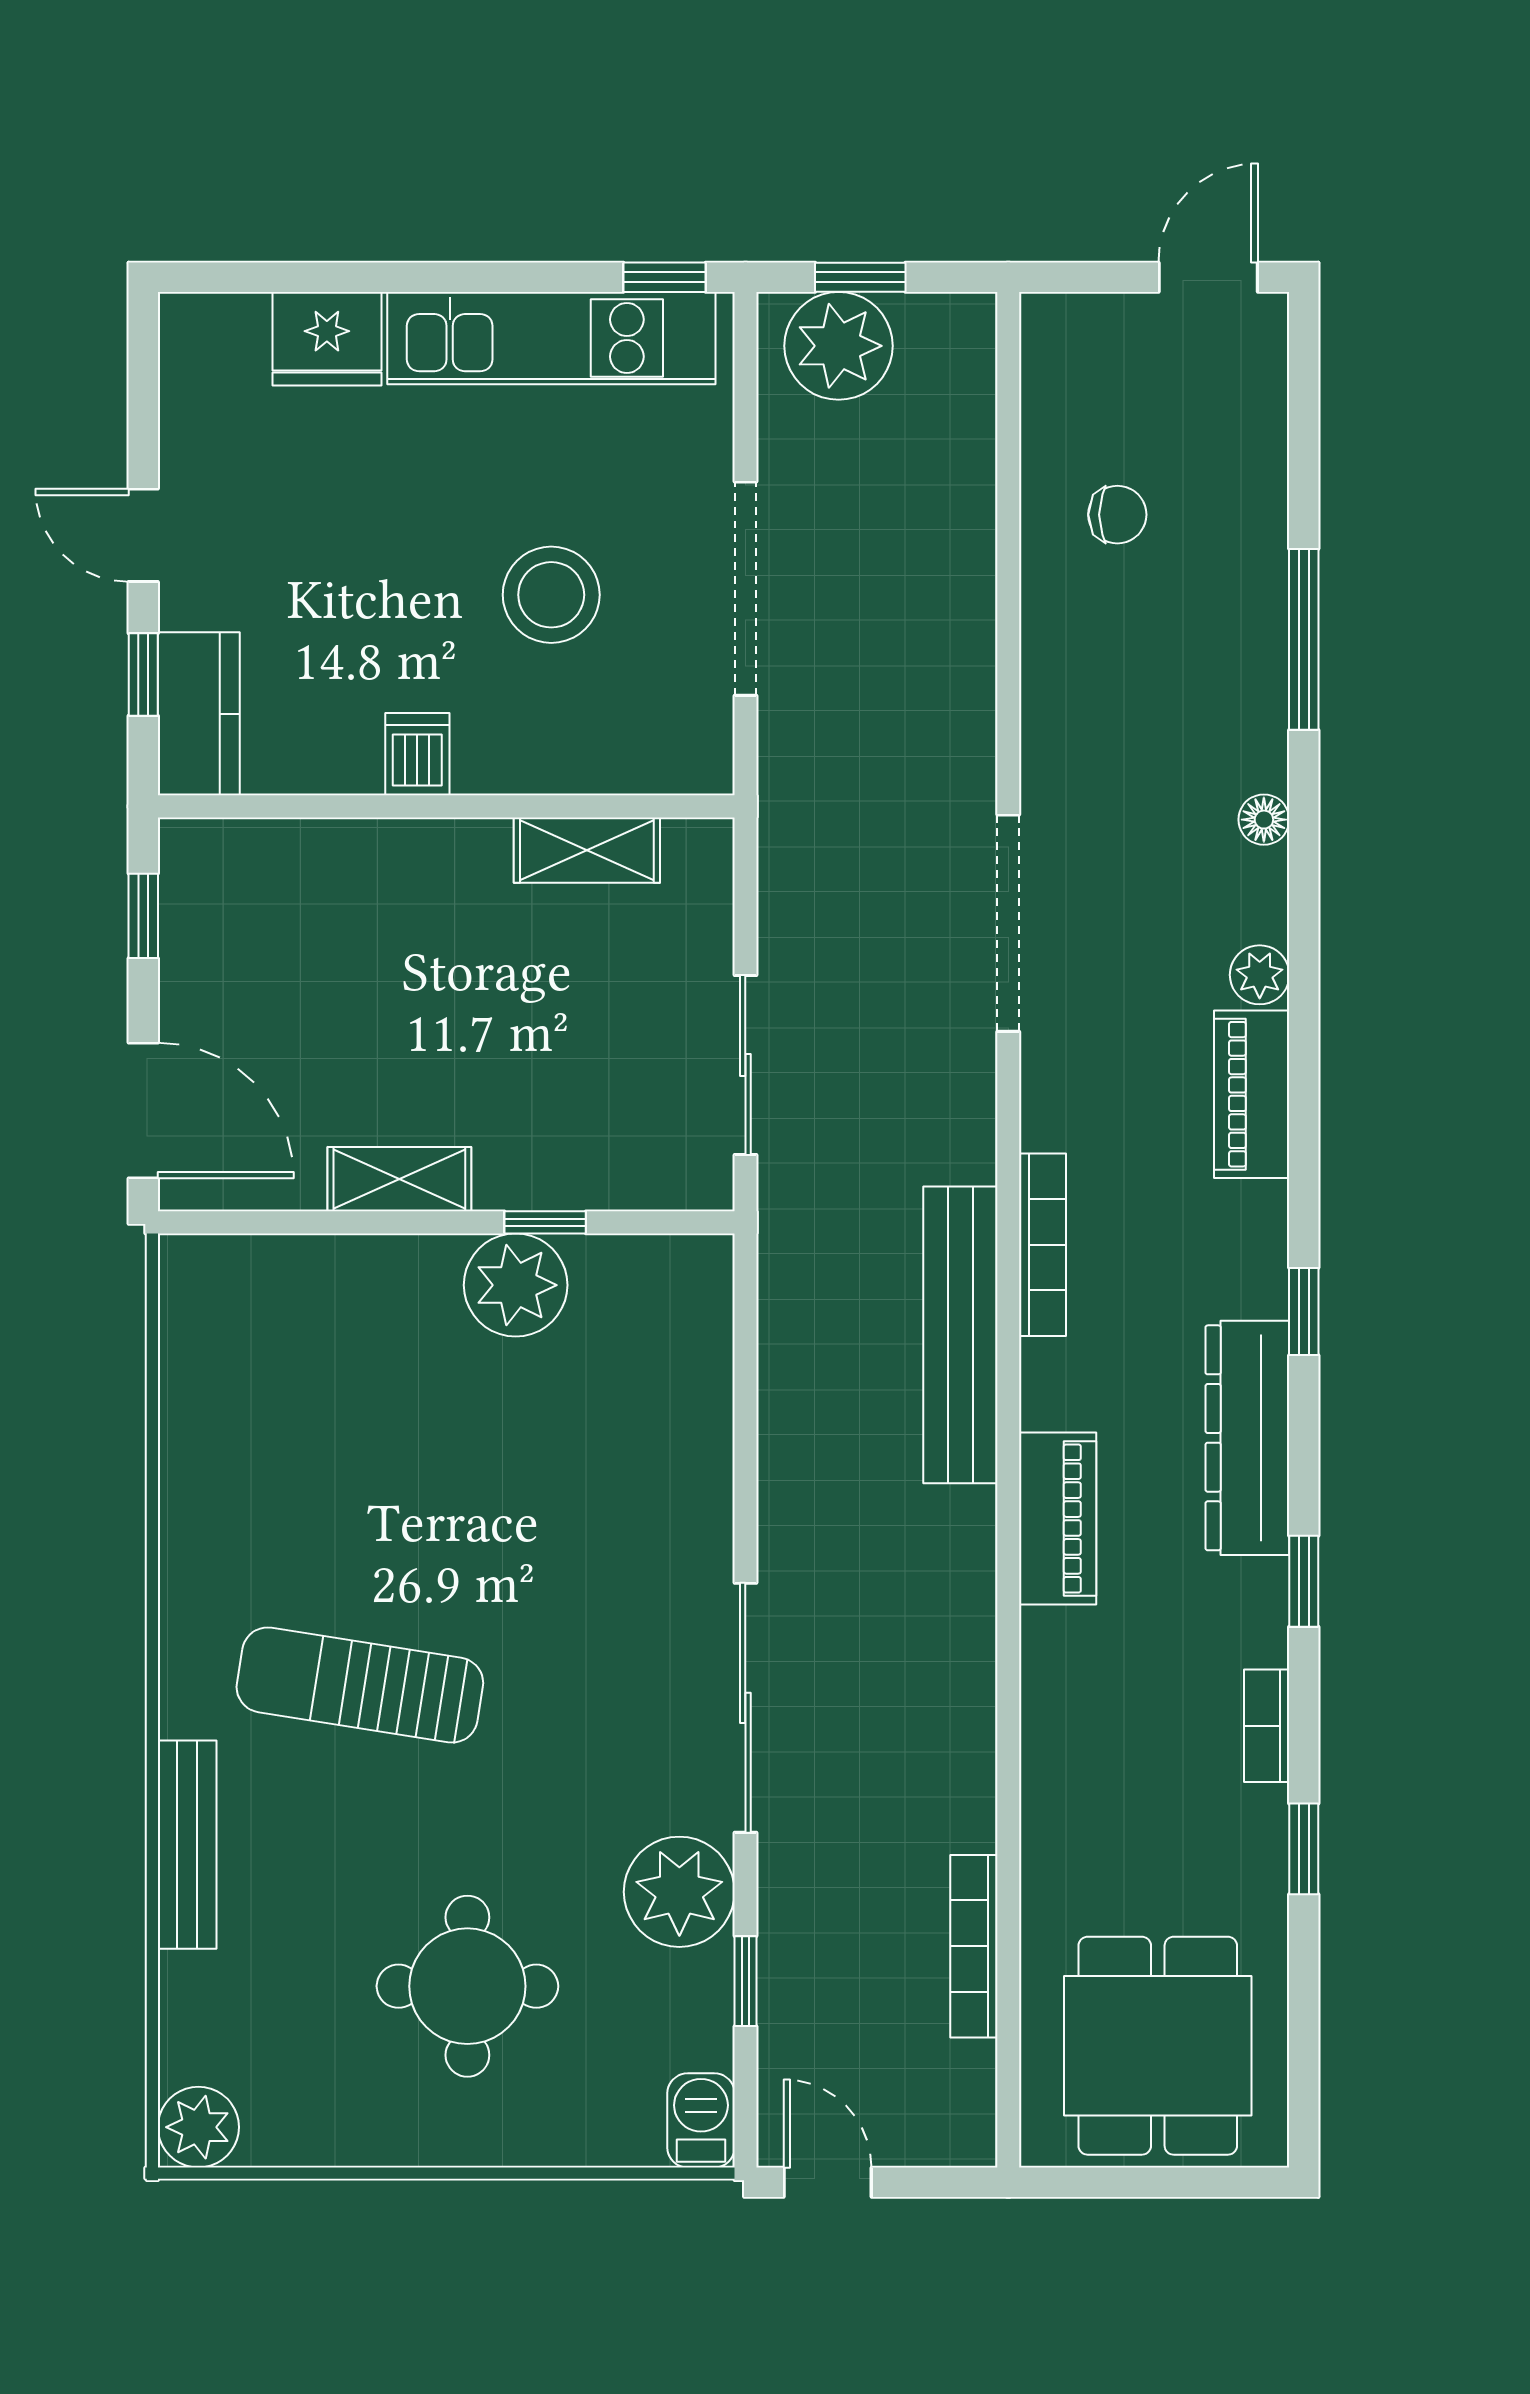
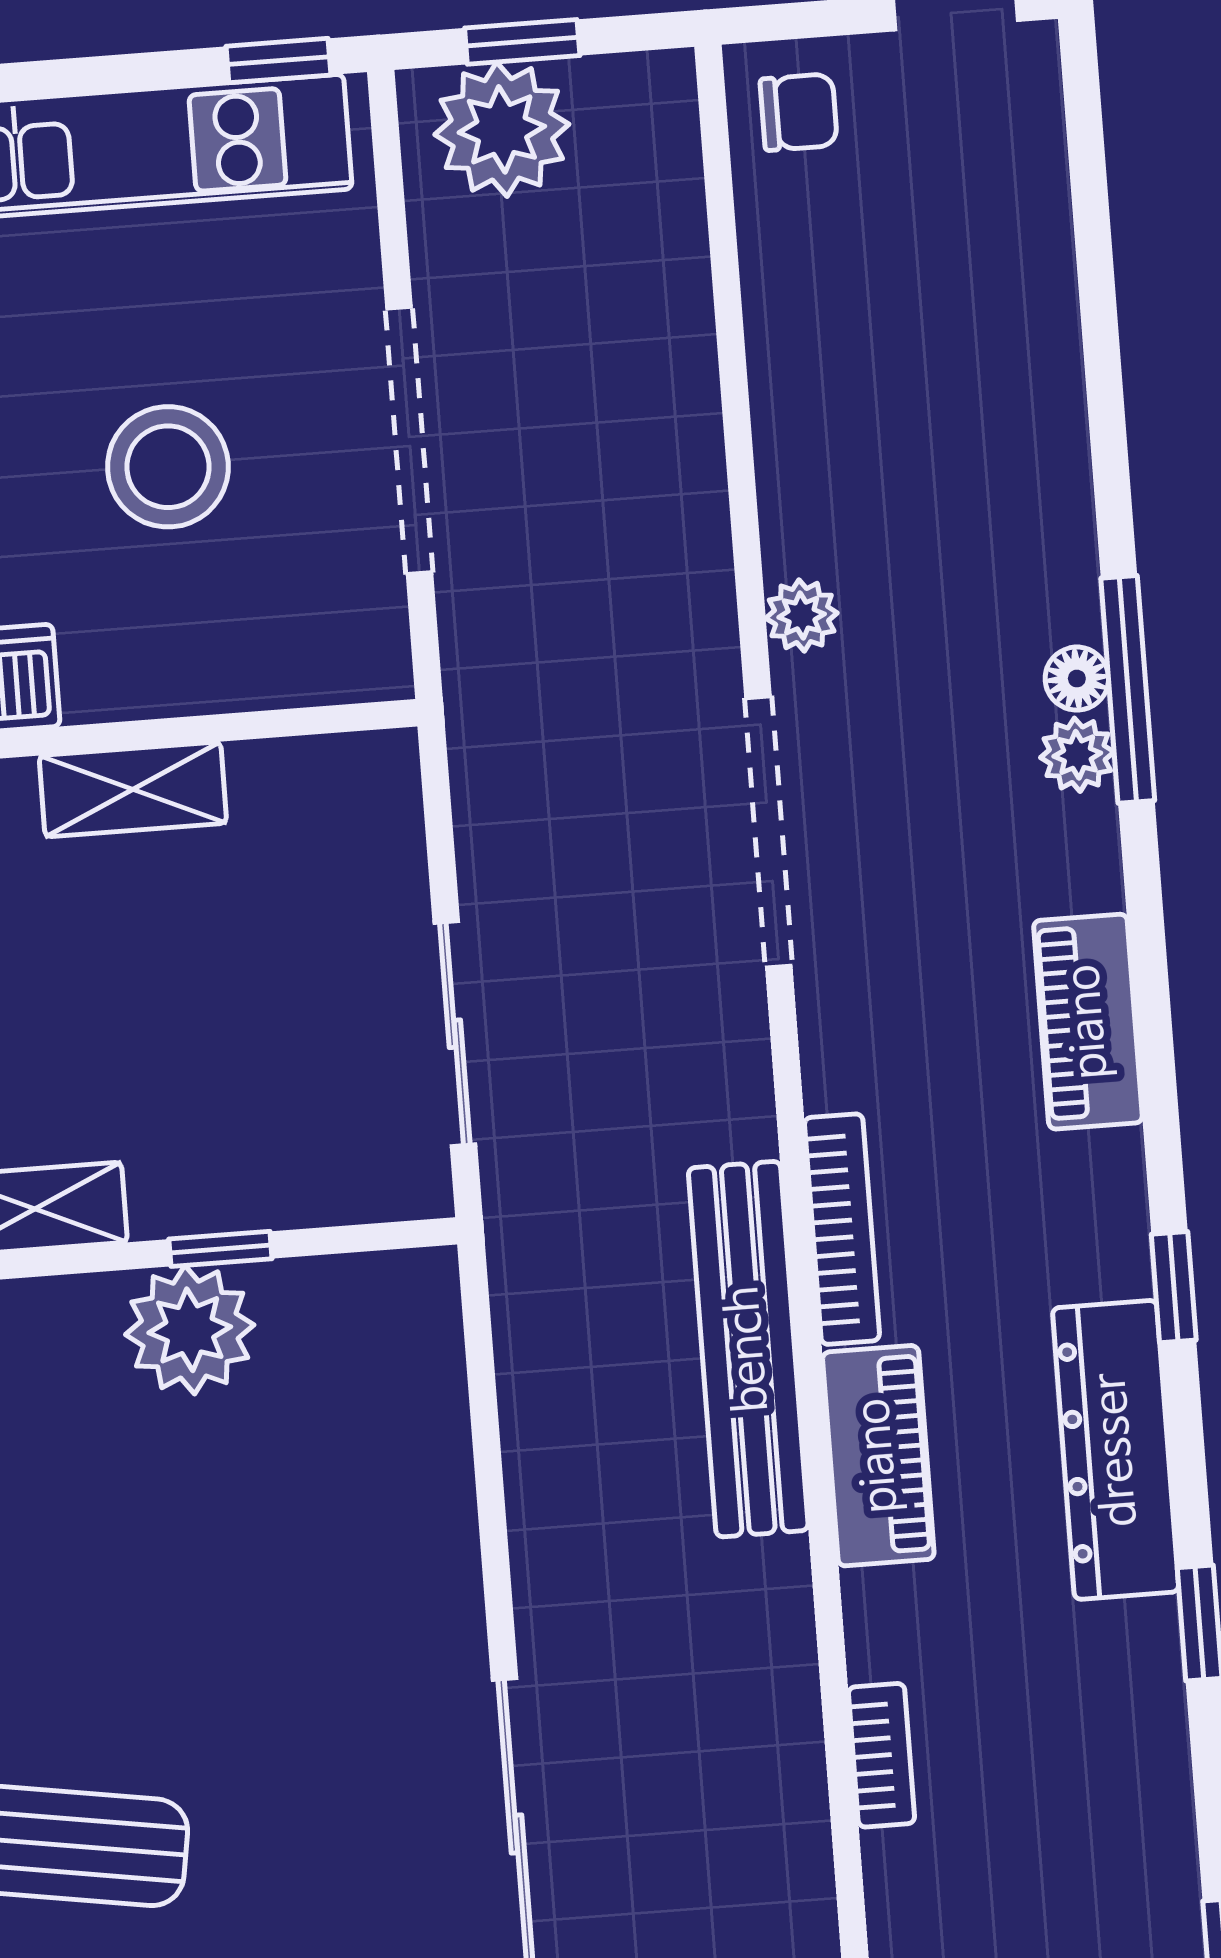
chair: (1117, 515) -> (799, 112), moved
window: (1304, 639) -> (1128, 689), moved
plant: (1048, 752) -> (802, 616), added
shelving: (587, 850) -> (133, 789), moved
plant: (1260, 975) -> (1077, 755), moved
piano: (1058, 1519) -> (878, 1456), moved
bookcase: (1267, 1726) -> (881, 1755), moved, turned 180

